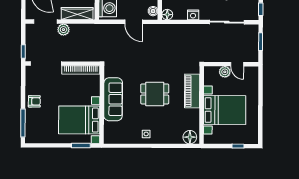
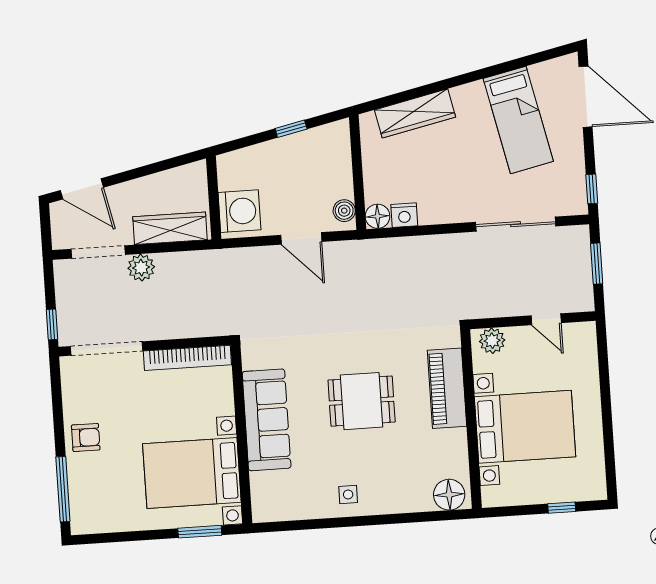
nightstand: (193, 15) -> (404, 215), moved
plant: (225, 72) -> (492, 341), moved

